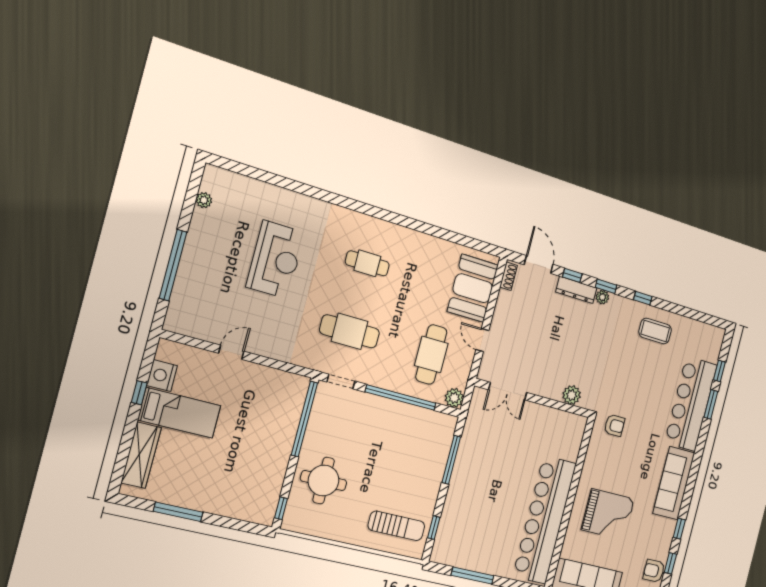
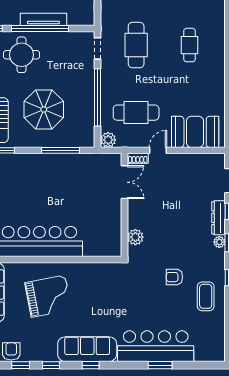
shoe rack: (509, 276) -> (138, 158), moved
window: (719, 371) -> (91, 365), moved
double door: (508, 391) -> (125, 182), swing flipped
window: (304, 419) -> (40, 28), moved
armchair: (614, 425) -> (174, 277), moved, turned 90
tv unit: (286, 442) -> (43, 19), added
parasol: (398, 469) -> (44, 109), added
grand piano: (608, 514) -> (48, 296), turned -101

